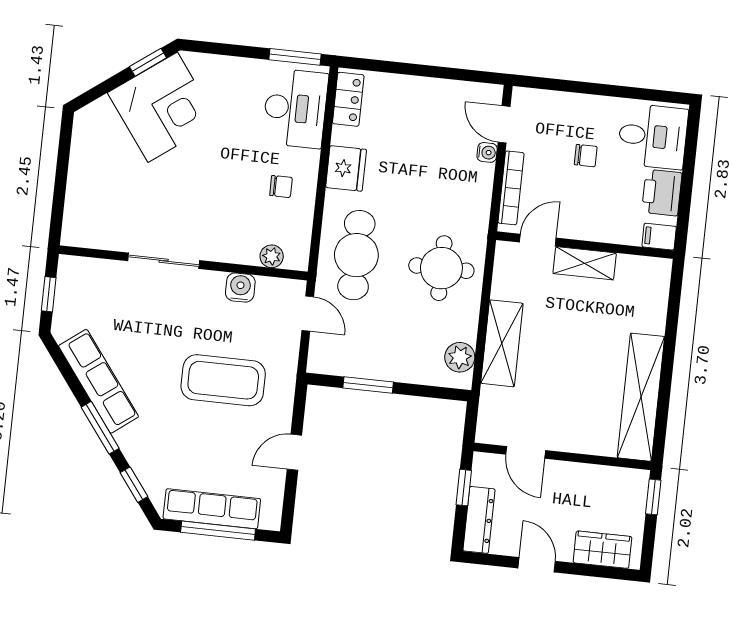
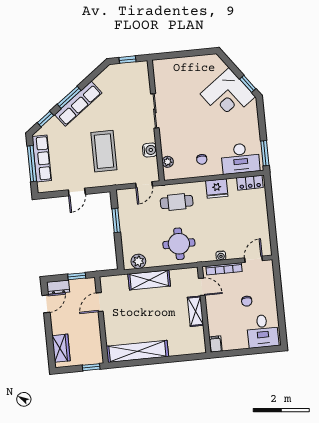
water cooler: (487, 152) -> (221, 256), moved
printer: (662, 193) -> (237, 341), removed
cafe table: (356, 255) -> (177, 202), width x0.73, depth x0.74
row of seats: (99, 381) -> (78, 104), moved
door: (294, 452) -> (77, 192), swing flipped
dresser: (479, 520) -> (58, 287), width x0.70
door: (537, 565) -> (46, 304), moved

